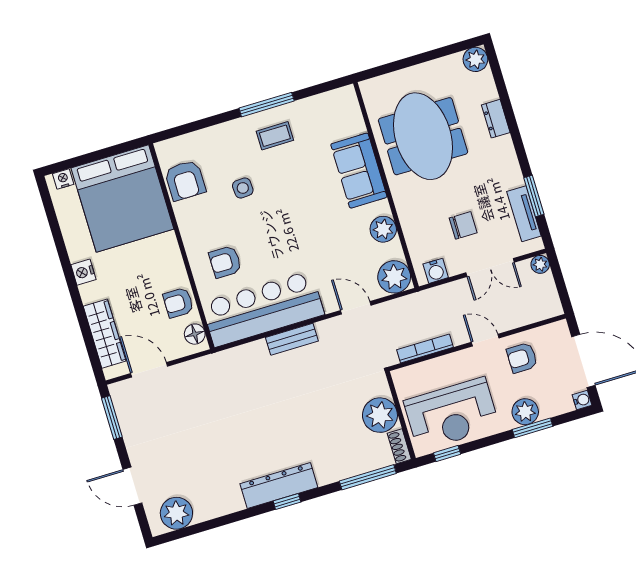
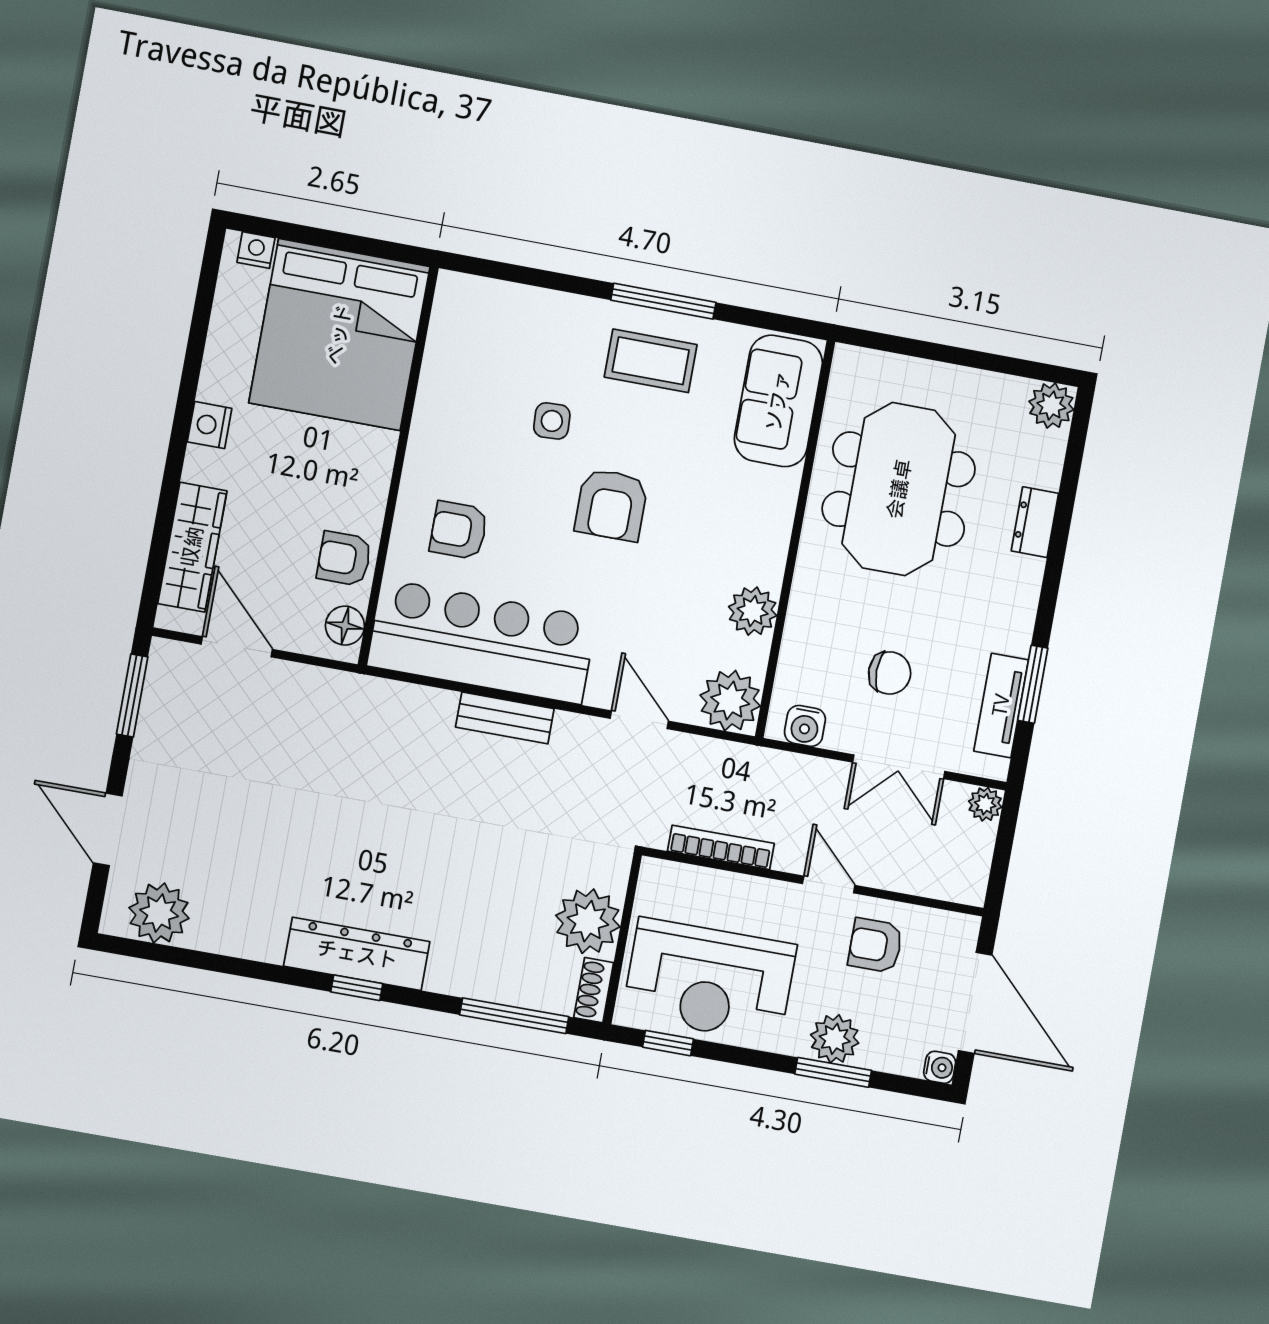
coffee table: (275, 136) -> (651, 361), width x1.36, depth x1.30
sofa: (359, 171) -> (778, 401), moved
armchair: (185, 180) -> (611, 505), moved

